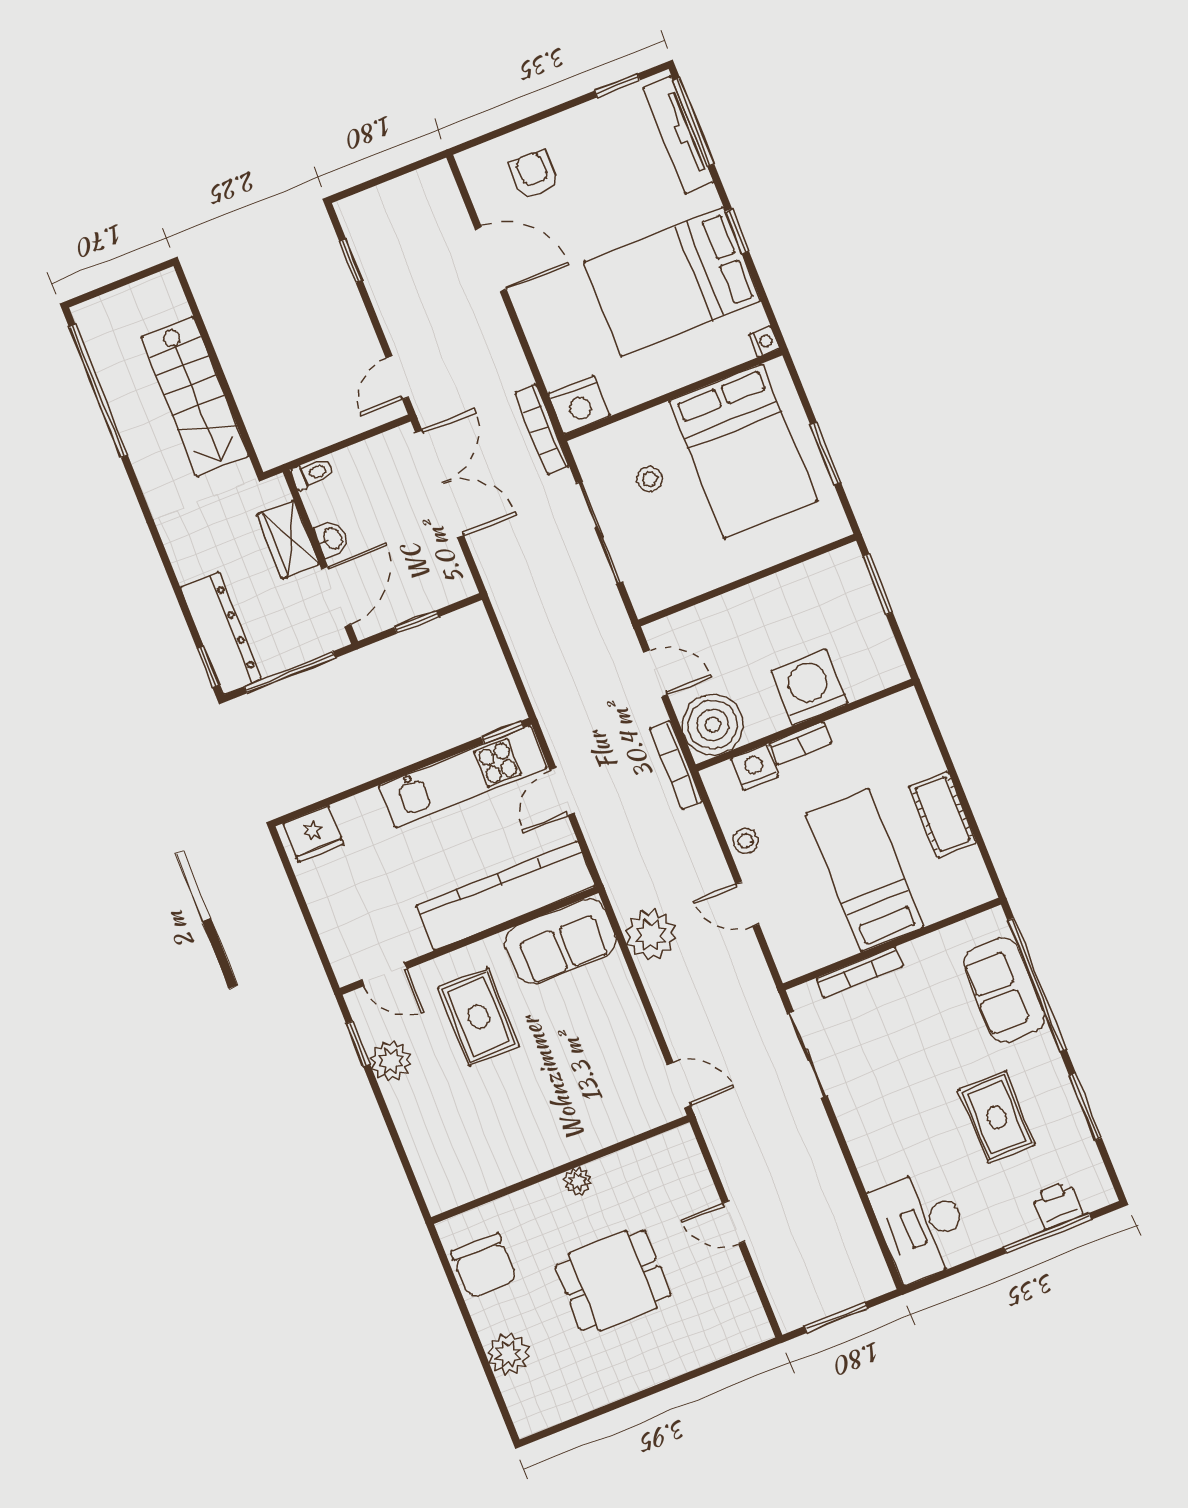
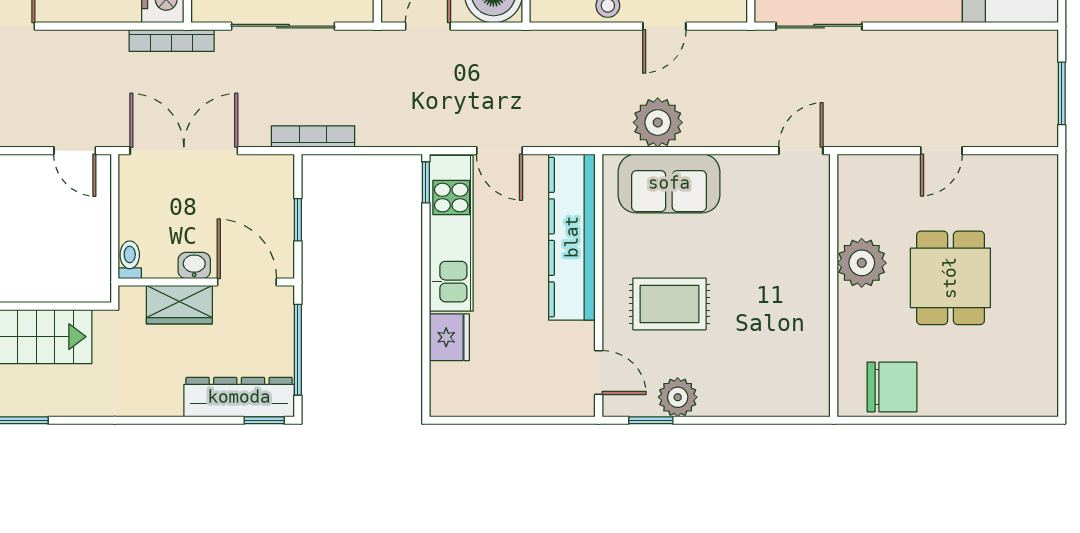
bookcase: (676, 765) -> (313, 136), moved, turned 180
fridge: (313, 834) -> (449, 337), moved
sofa: (560, 941) -> (669, 183), moved, turned 90
door: (384, 974) -> (599, 373), hinge flipped
plant: (578, 1181) -> (862, 263), width x1.87, depth x1.87
plant: (508, 1354) -> (979, 397), removed

